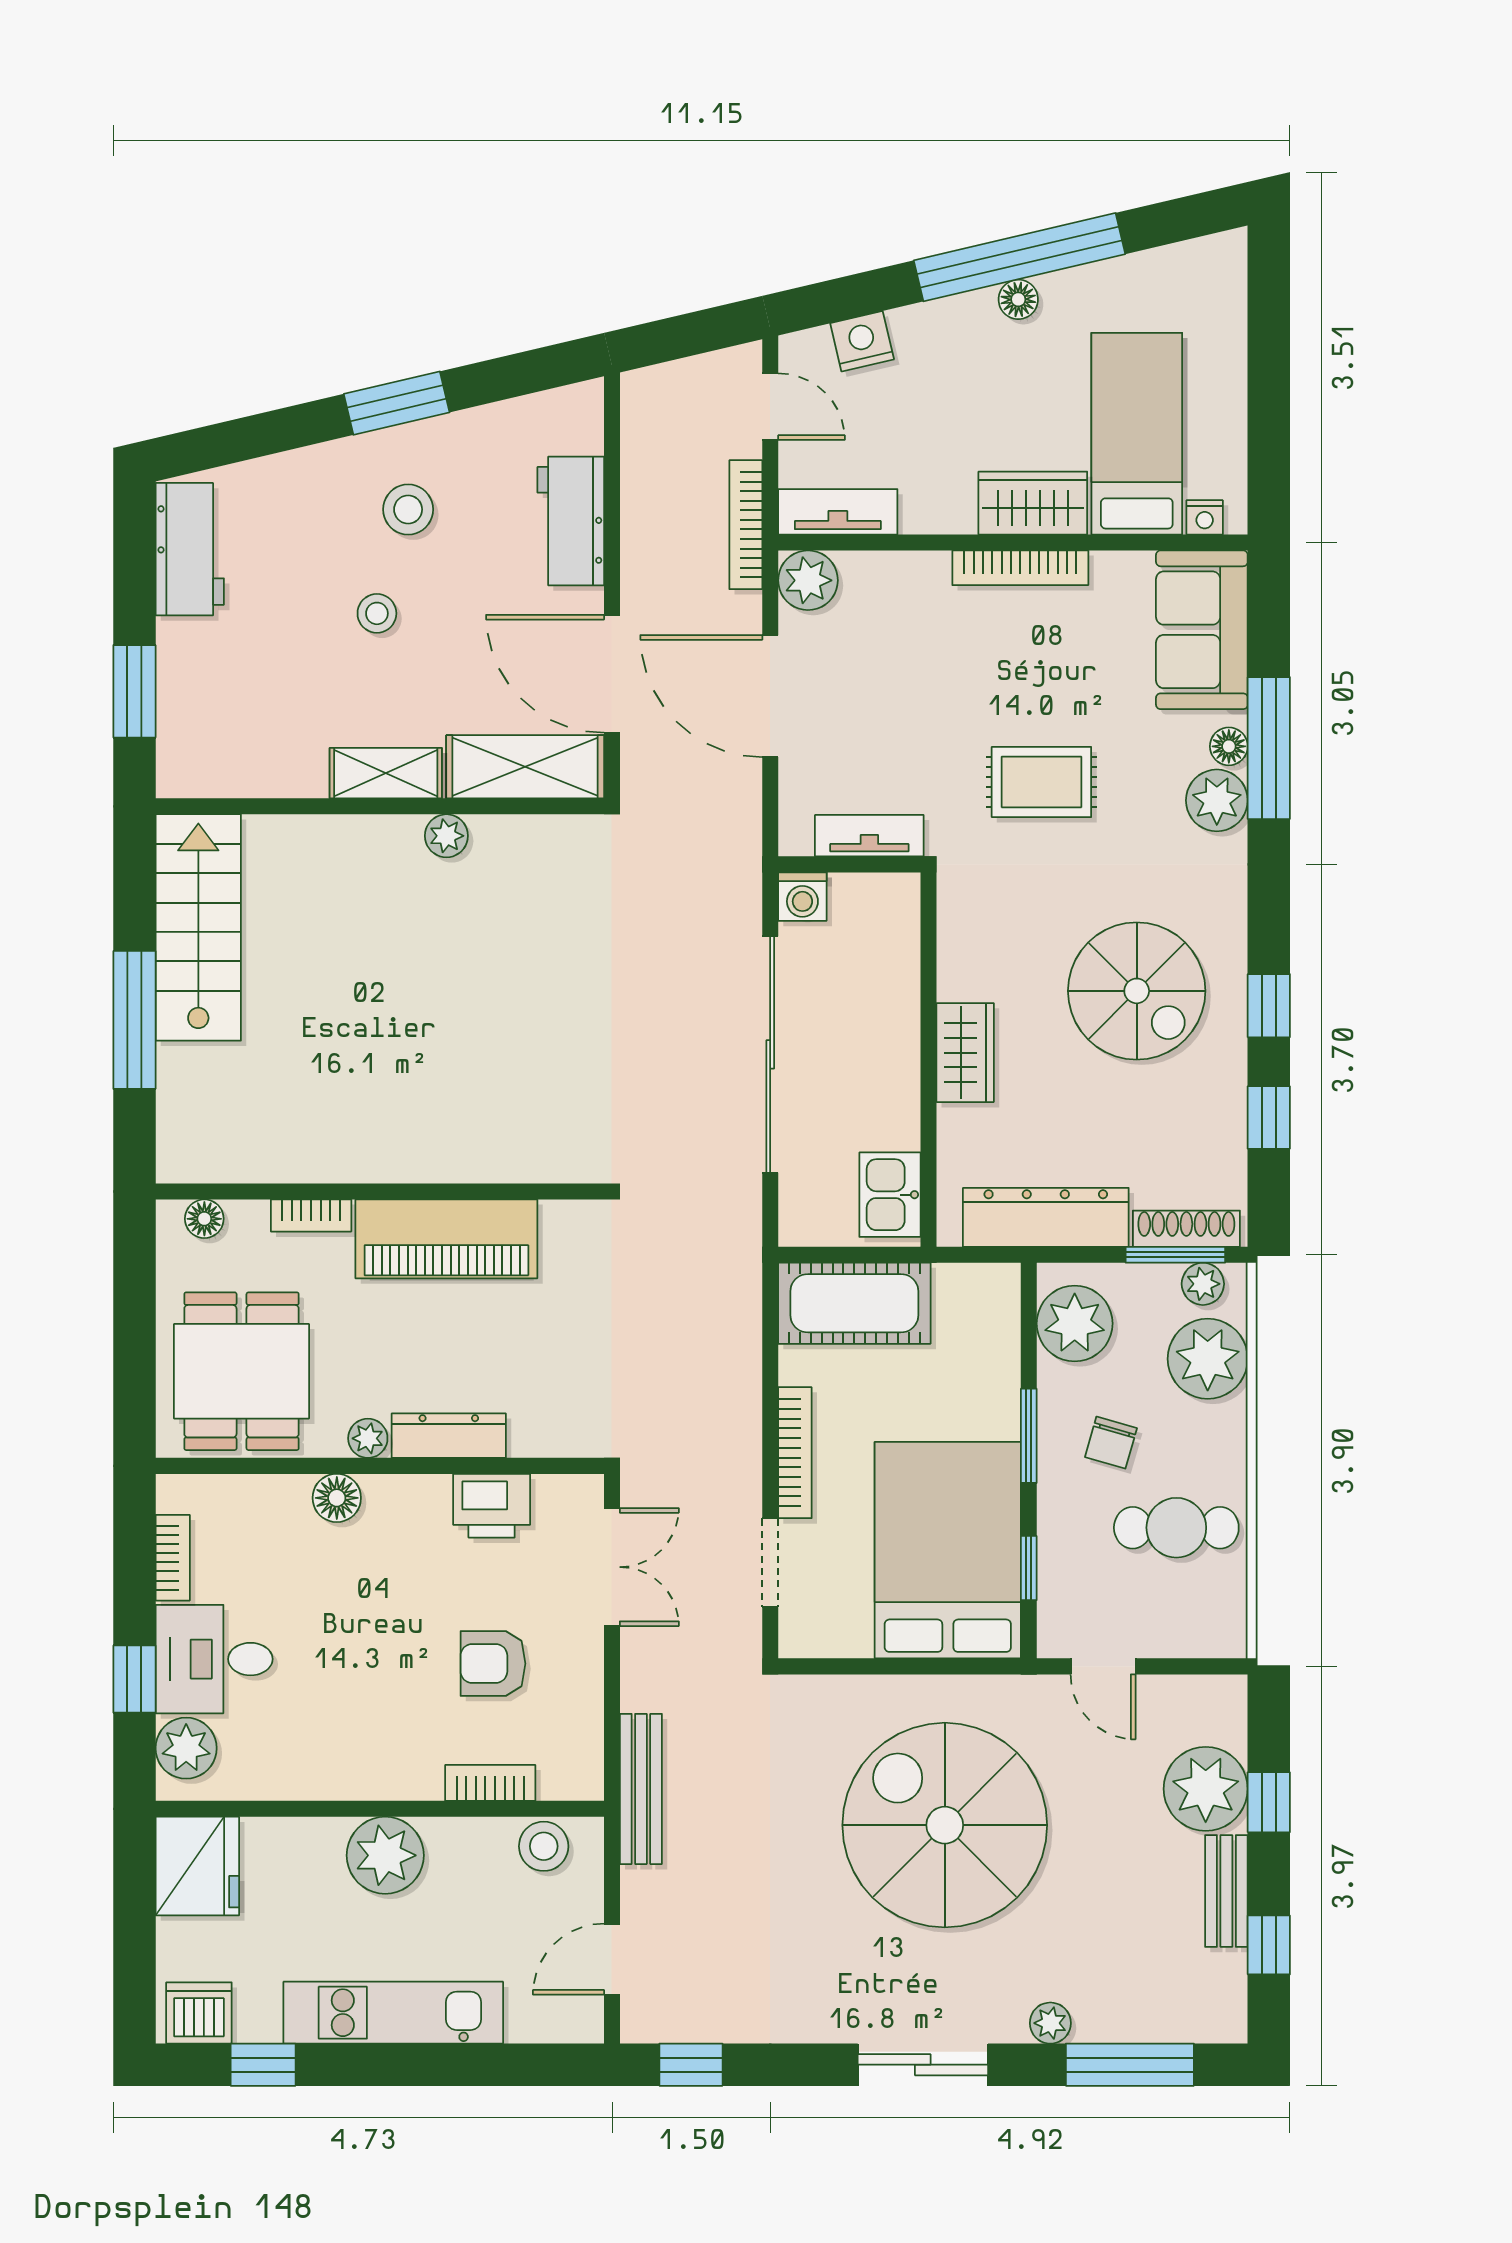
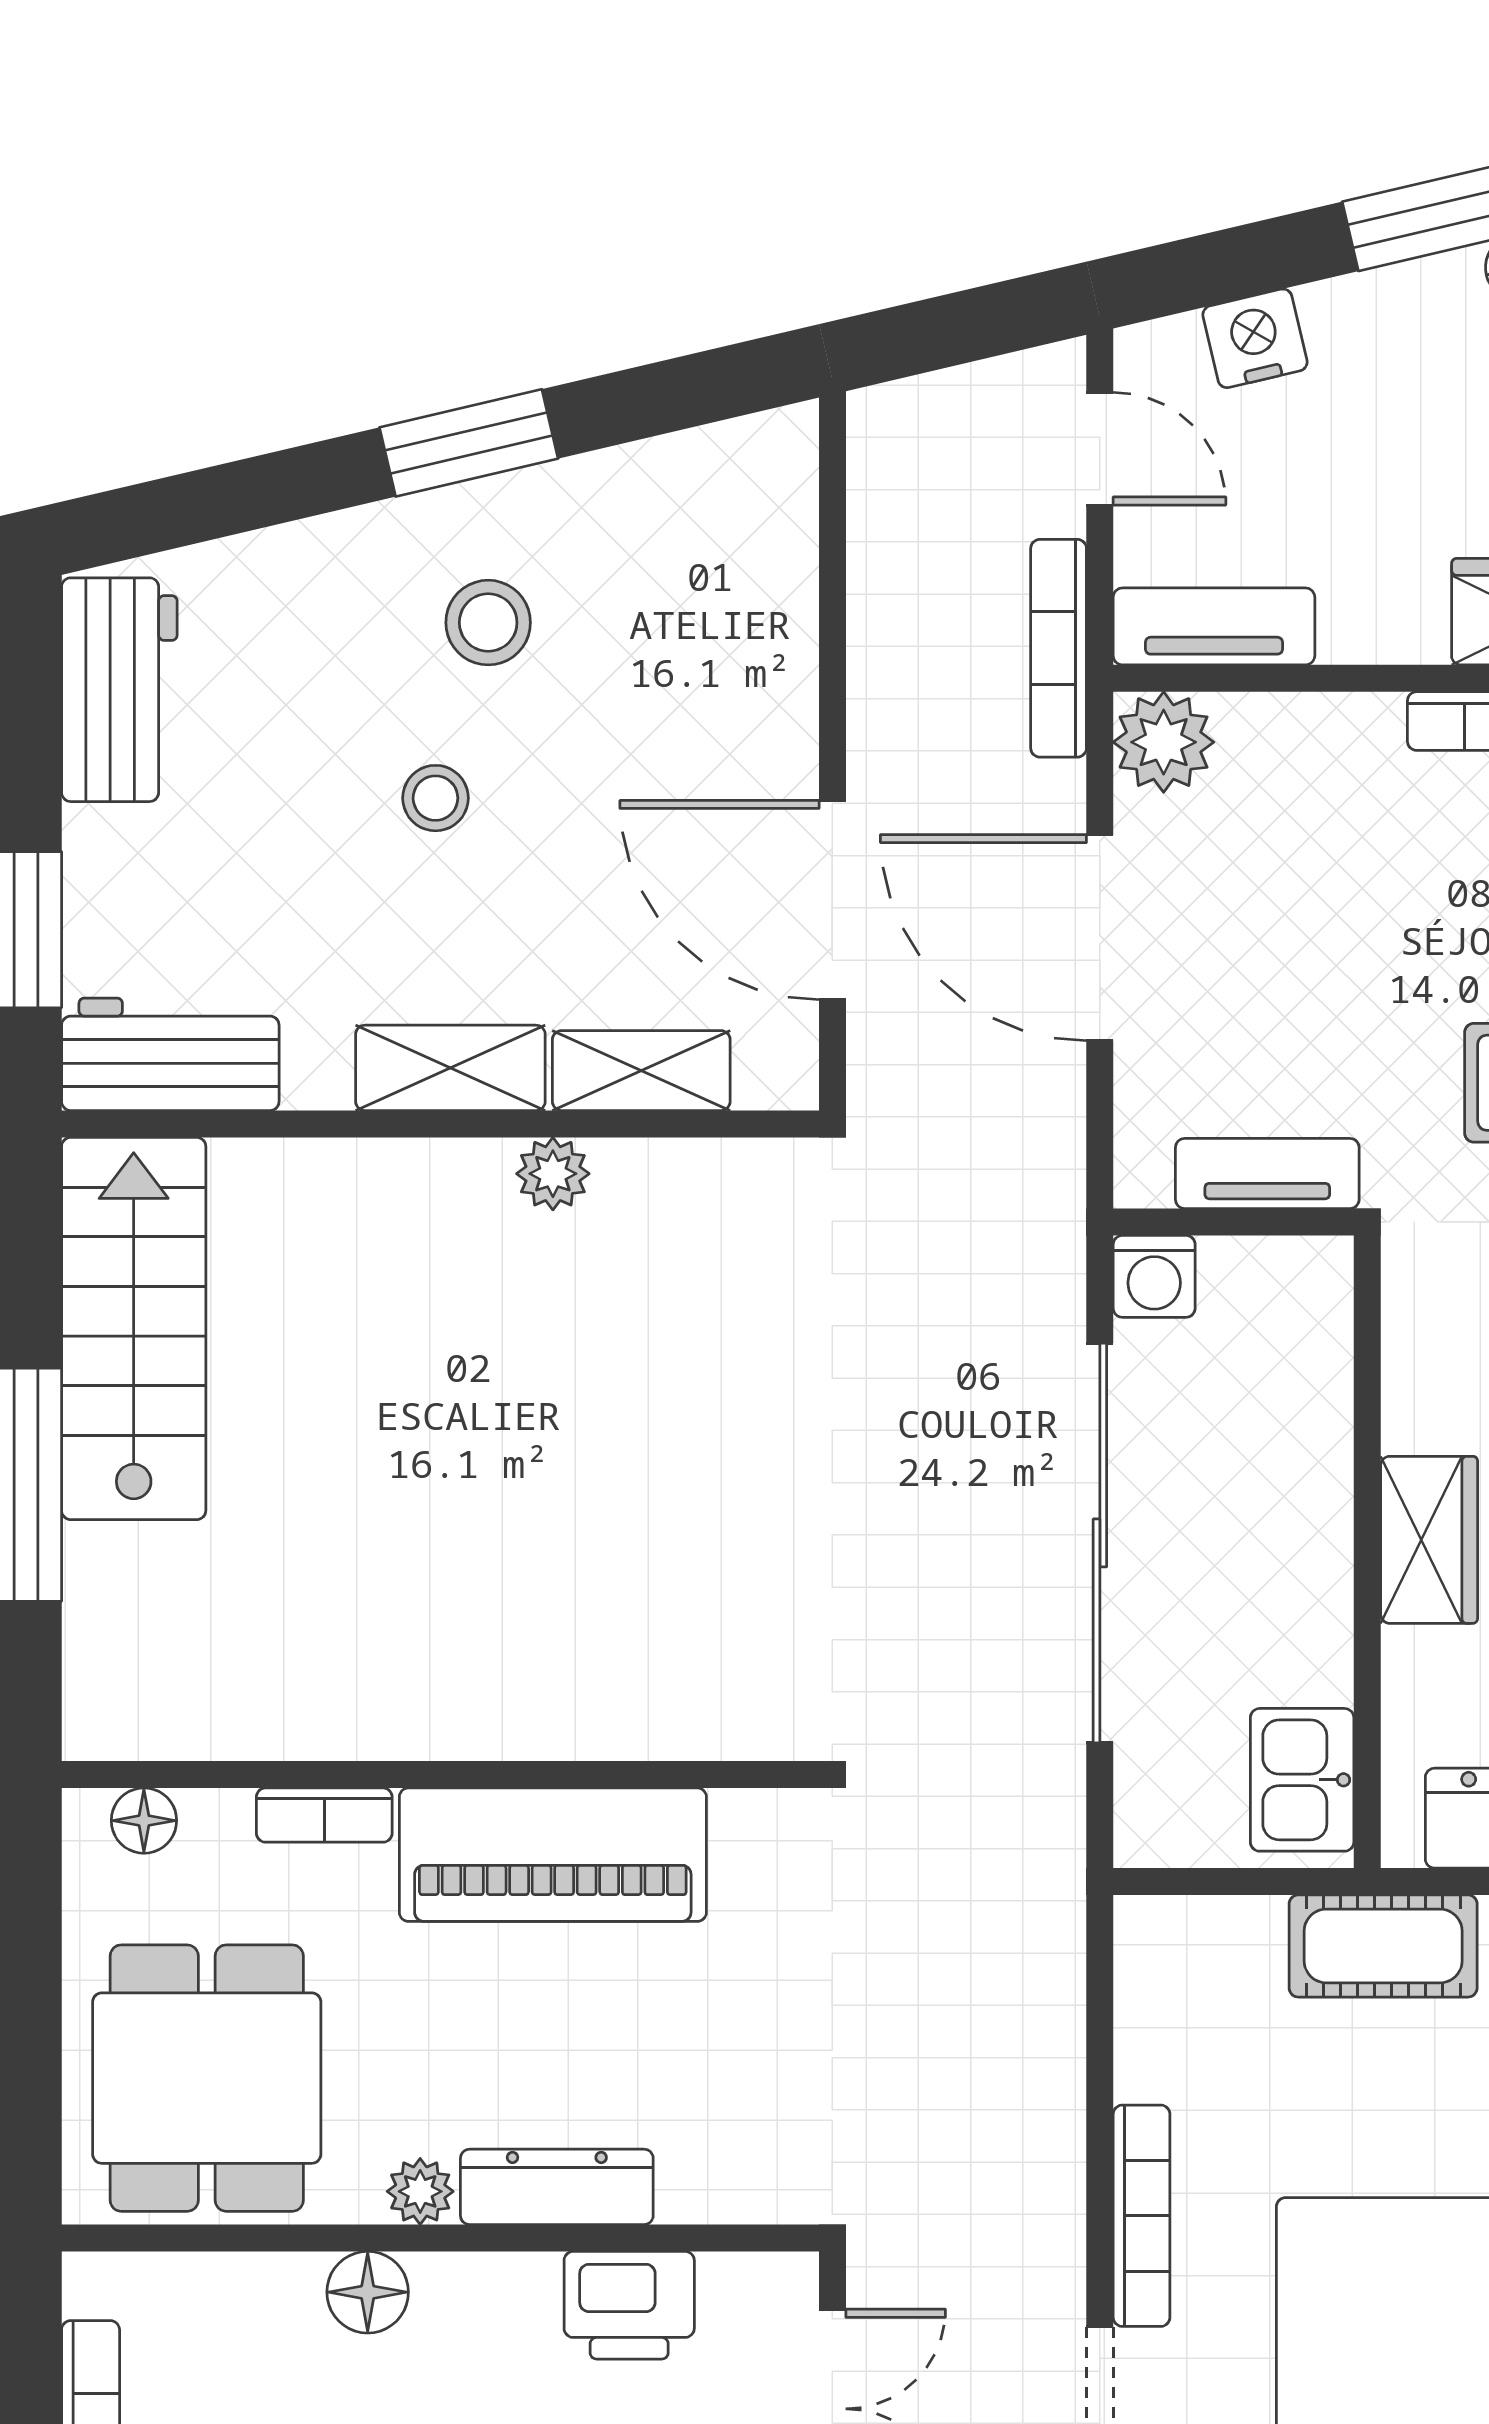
workbench: (571, 521) -> (170, 1054), moved, turned 90
shelving: (525, 767) -> (641, 1071), width x0.67, depth x0.75
cot: (854, 1303) -> (1383, 1946), moved, width x0.73, depth x0.75

